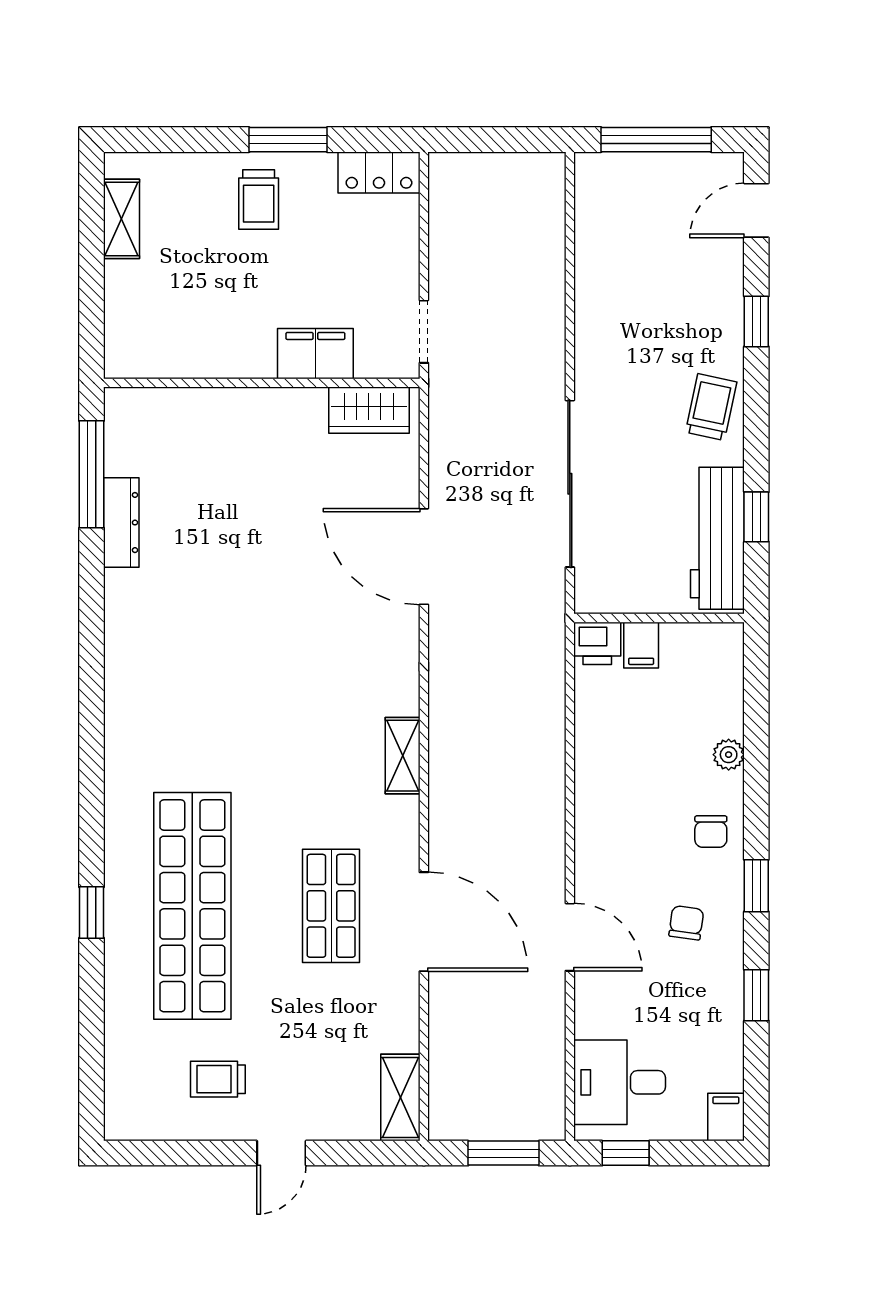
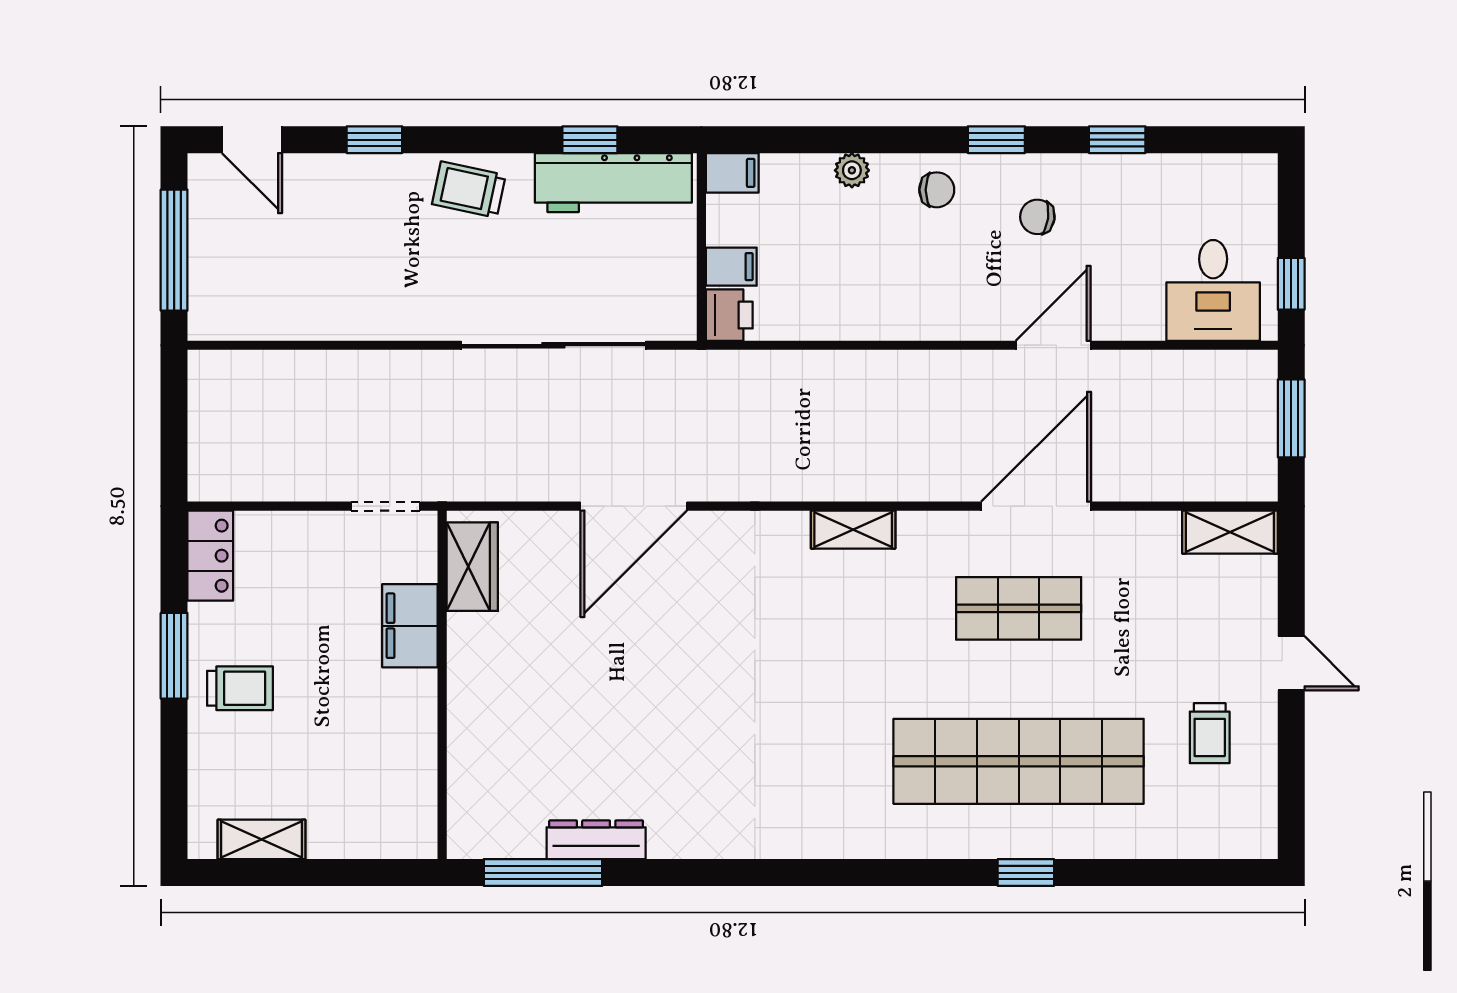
filing cabinet: (726, 1117) -> (732, 173), moved, turned 180

